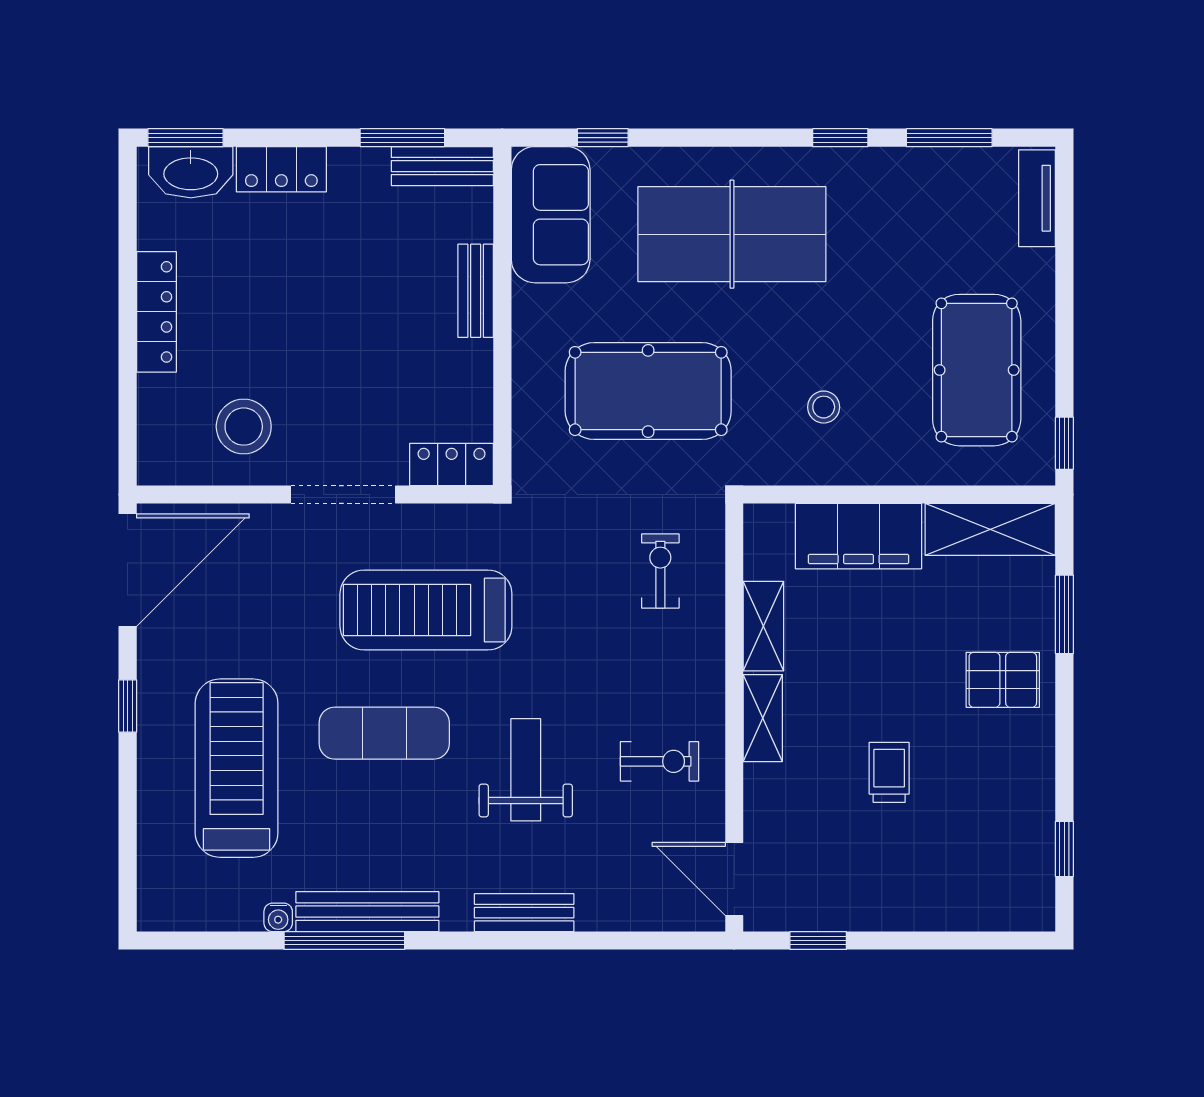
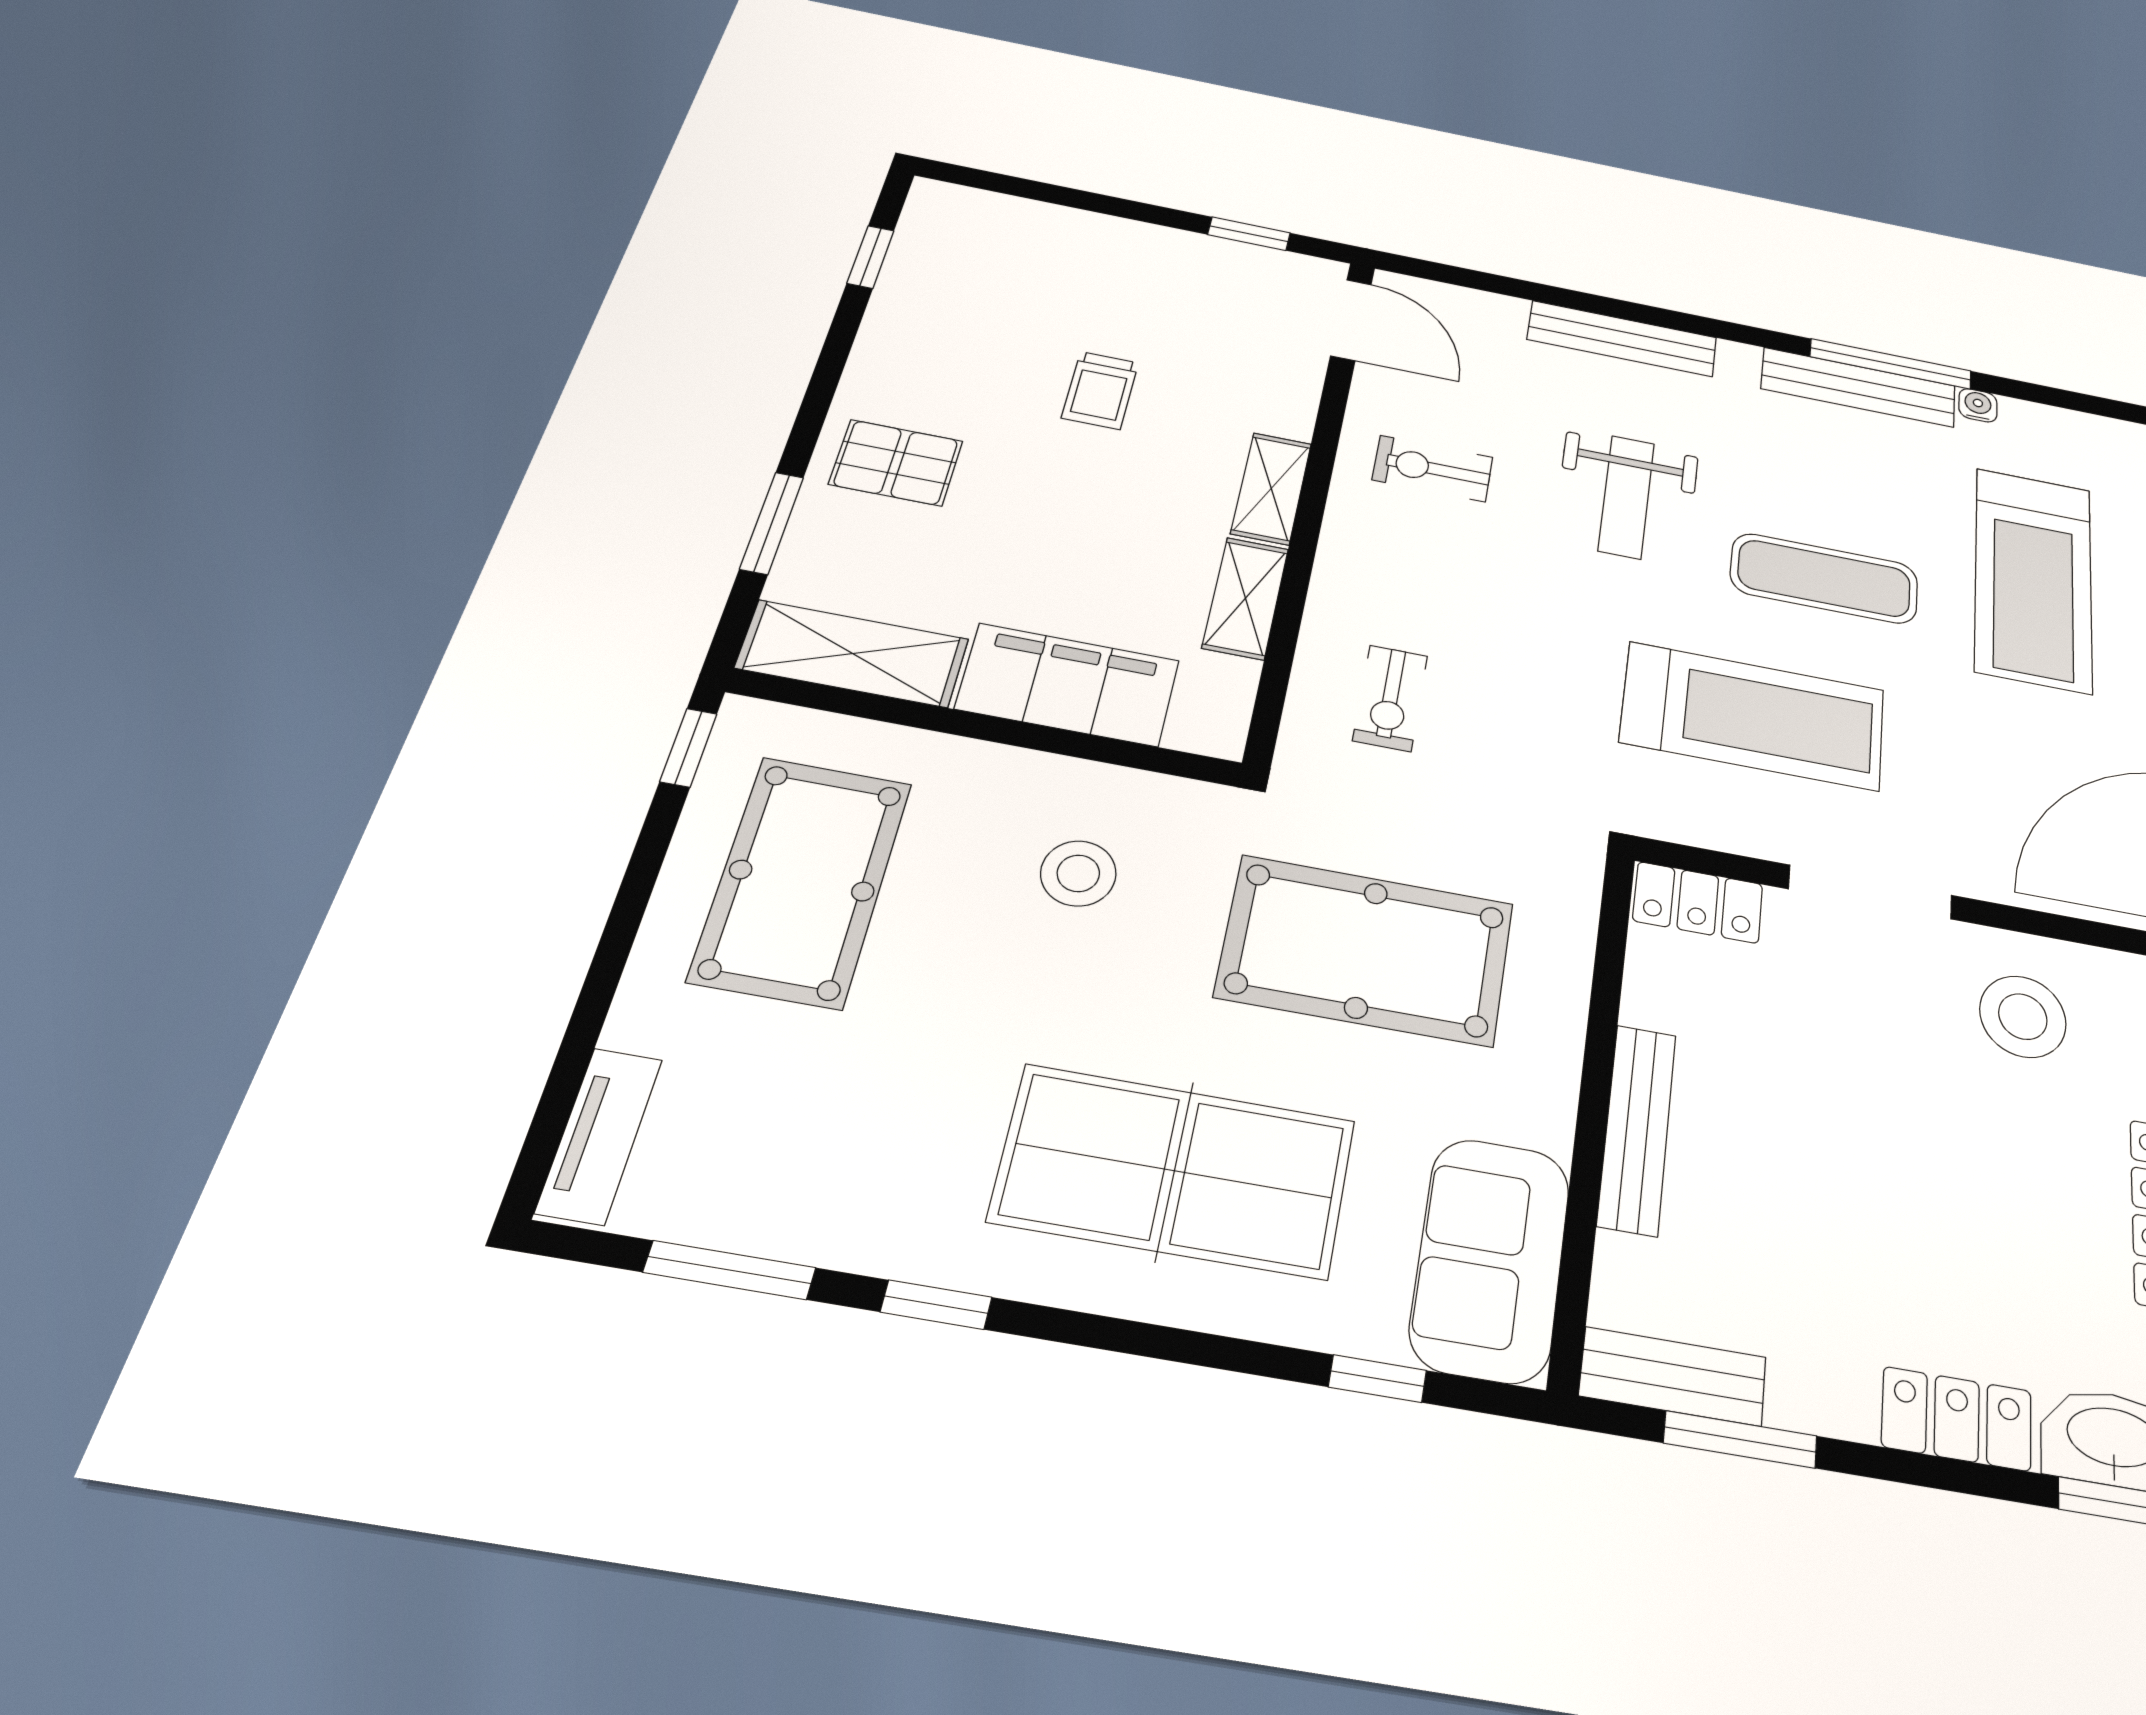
bench: (476, 291) -> (1637, 1129), width x1.36
stool: (824, 407) -> (1078, 873), width x1.37, depth x1.37
bench: (524, 913) -> (1622, 339), width x1.36

